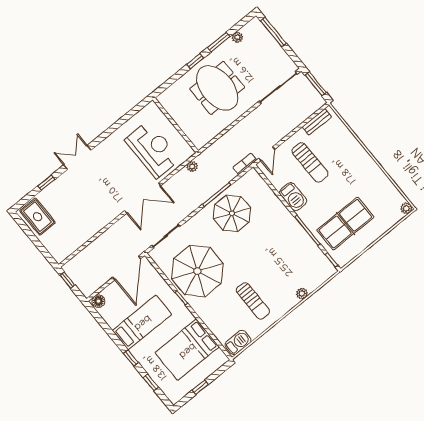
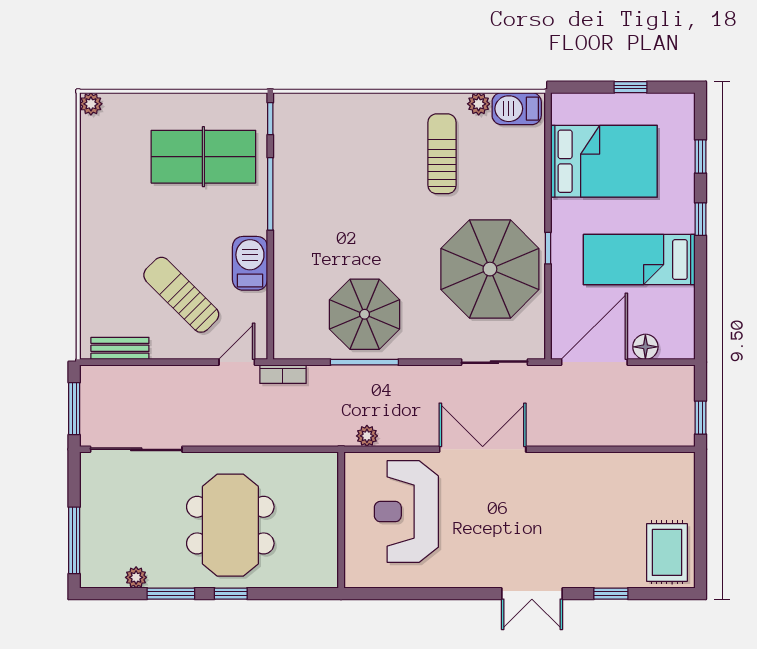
sun lounger: (310, 162) -> (181, 295), turned -45
plant: (302, 293) -> (479, 104), moved
floor lamp: (98, 301) -> (645, 347), moved

